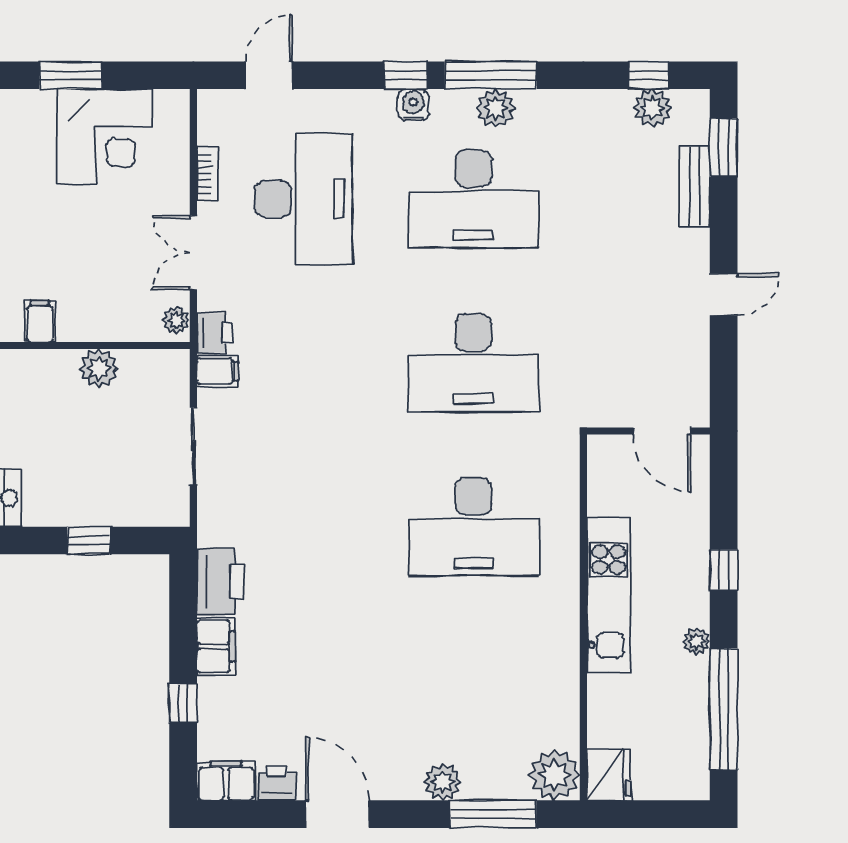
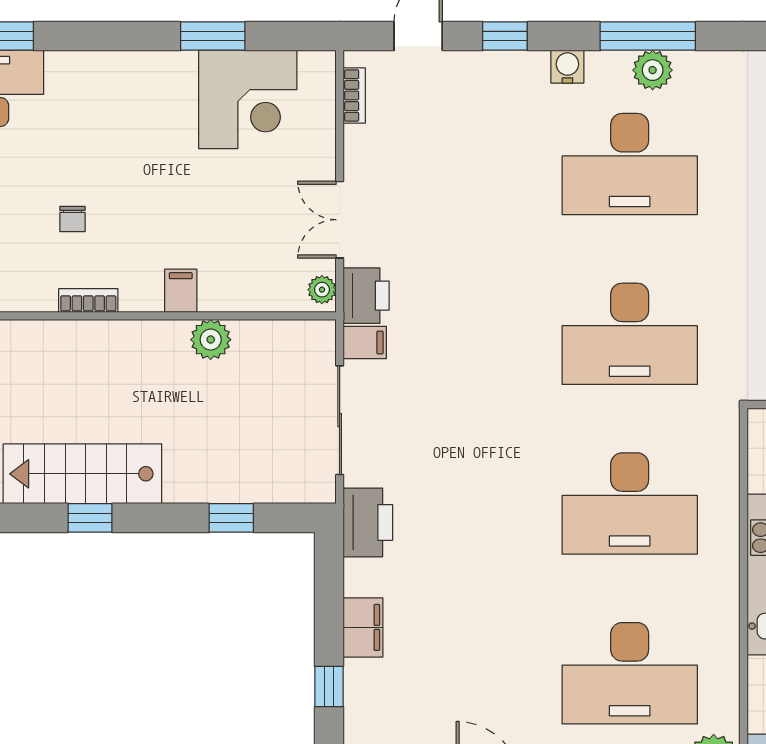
window: (406, 75) -> (505, 36), moved
bookcase: (207, 174) -> (354, 96), moved
desk: (303, 199) -> (630, 673), moved, turned 90
printer: (215, 333) -> (366, 296), width x1.36, depth x1.24
plant: (99, 368) -> (211, 340), moved
sliding door: (193, 446) -> (340, 420), width x1.37
printer: (221, 582) -> (368, 522), moved

